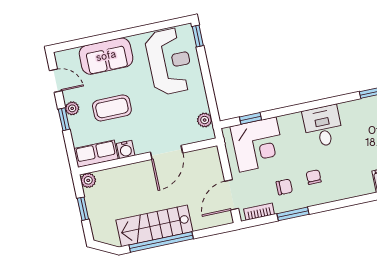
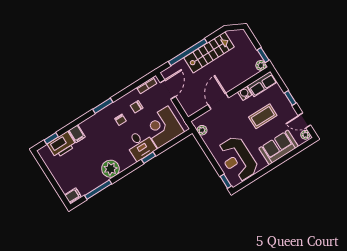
plant: (72, 108) -> (305, 135), moved
plant: (353, 113) -> (110, 169), added
window: (251, 118) -> (149, 158), moved
desk: (323, 126) -> (140, 145), moved
window: (83, 209) -> (263, 55), moved
window: (293, 214) -> (103, 106), moved
window: (161, 242) -> (188, 52), moved

